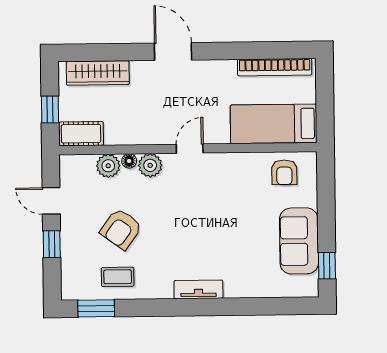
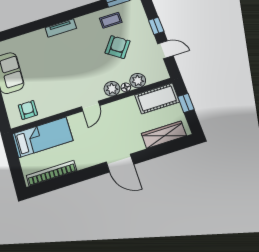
cot: (81, 134) -> (157, 98), width x1.37, depth x1.34

